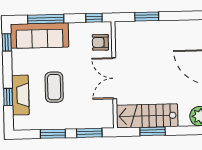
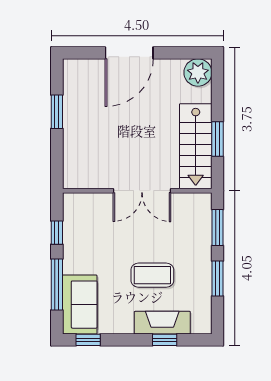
window: (147, 17) -> (57, 112), moved
window: (94, 18) -> (57, 233), moved
sofa: (40, 36) -> (80, 305), width x0.73
armchair: (100, 42) -> (91, 209), removed

